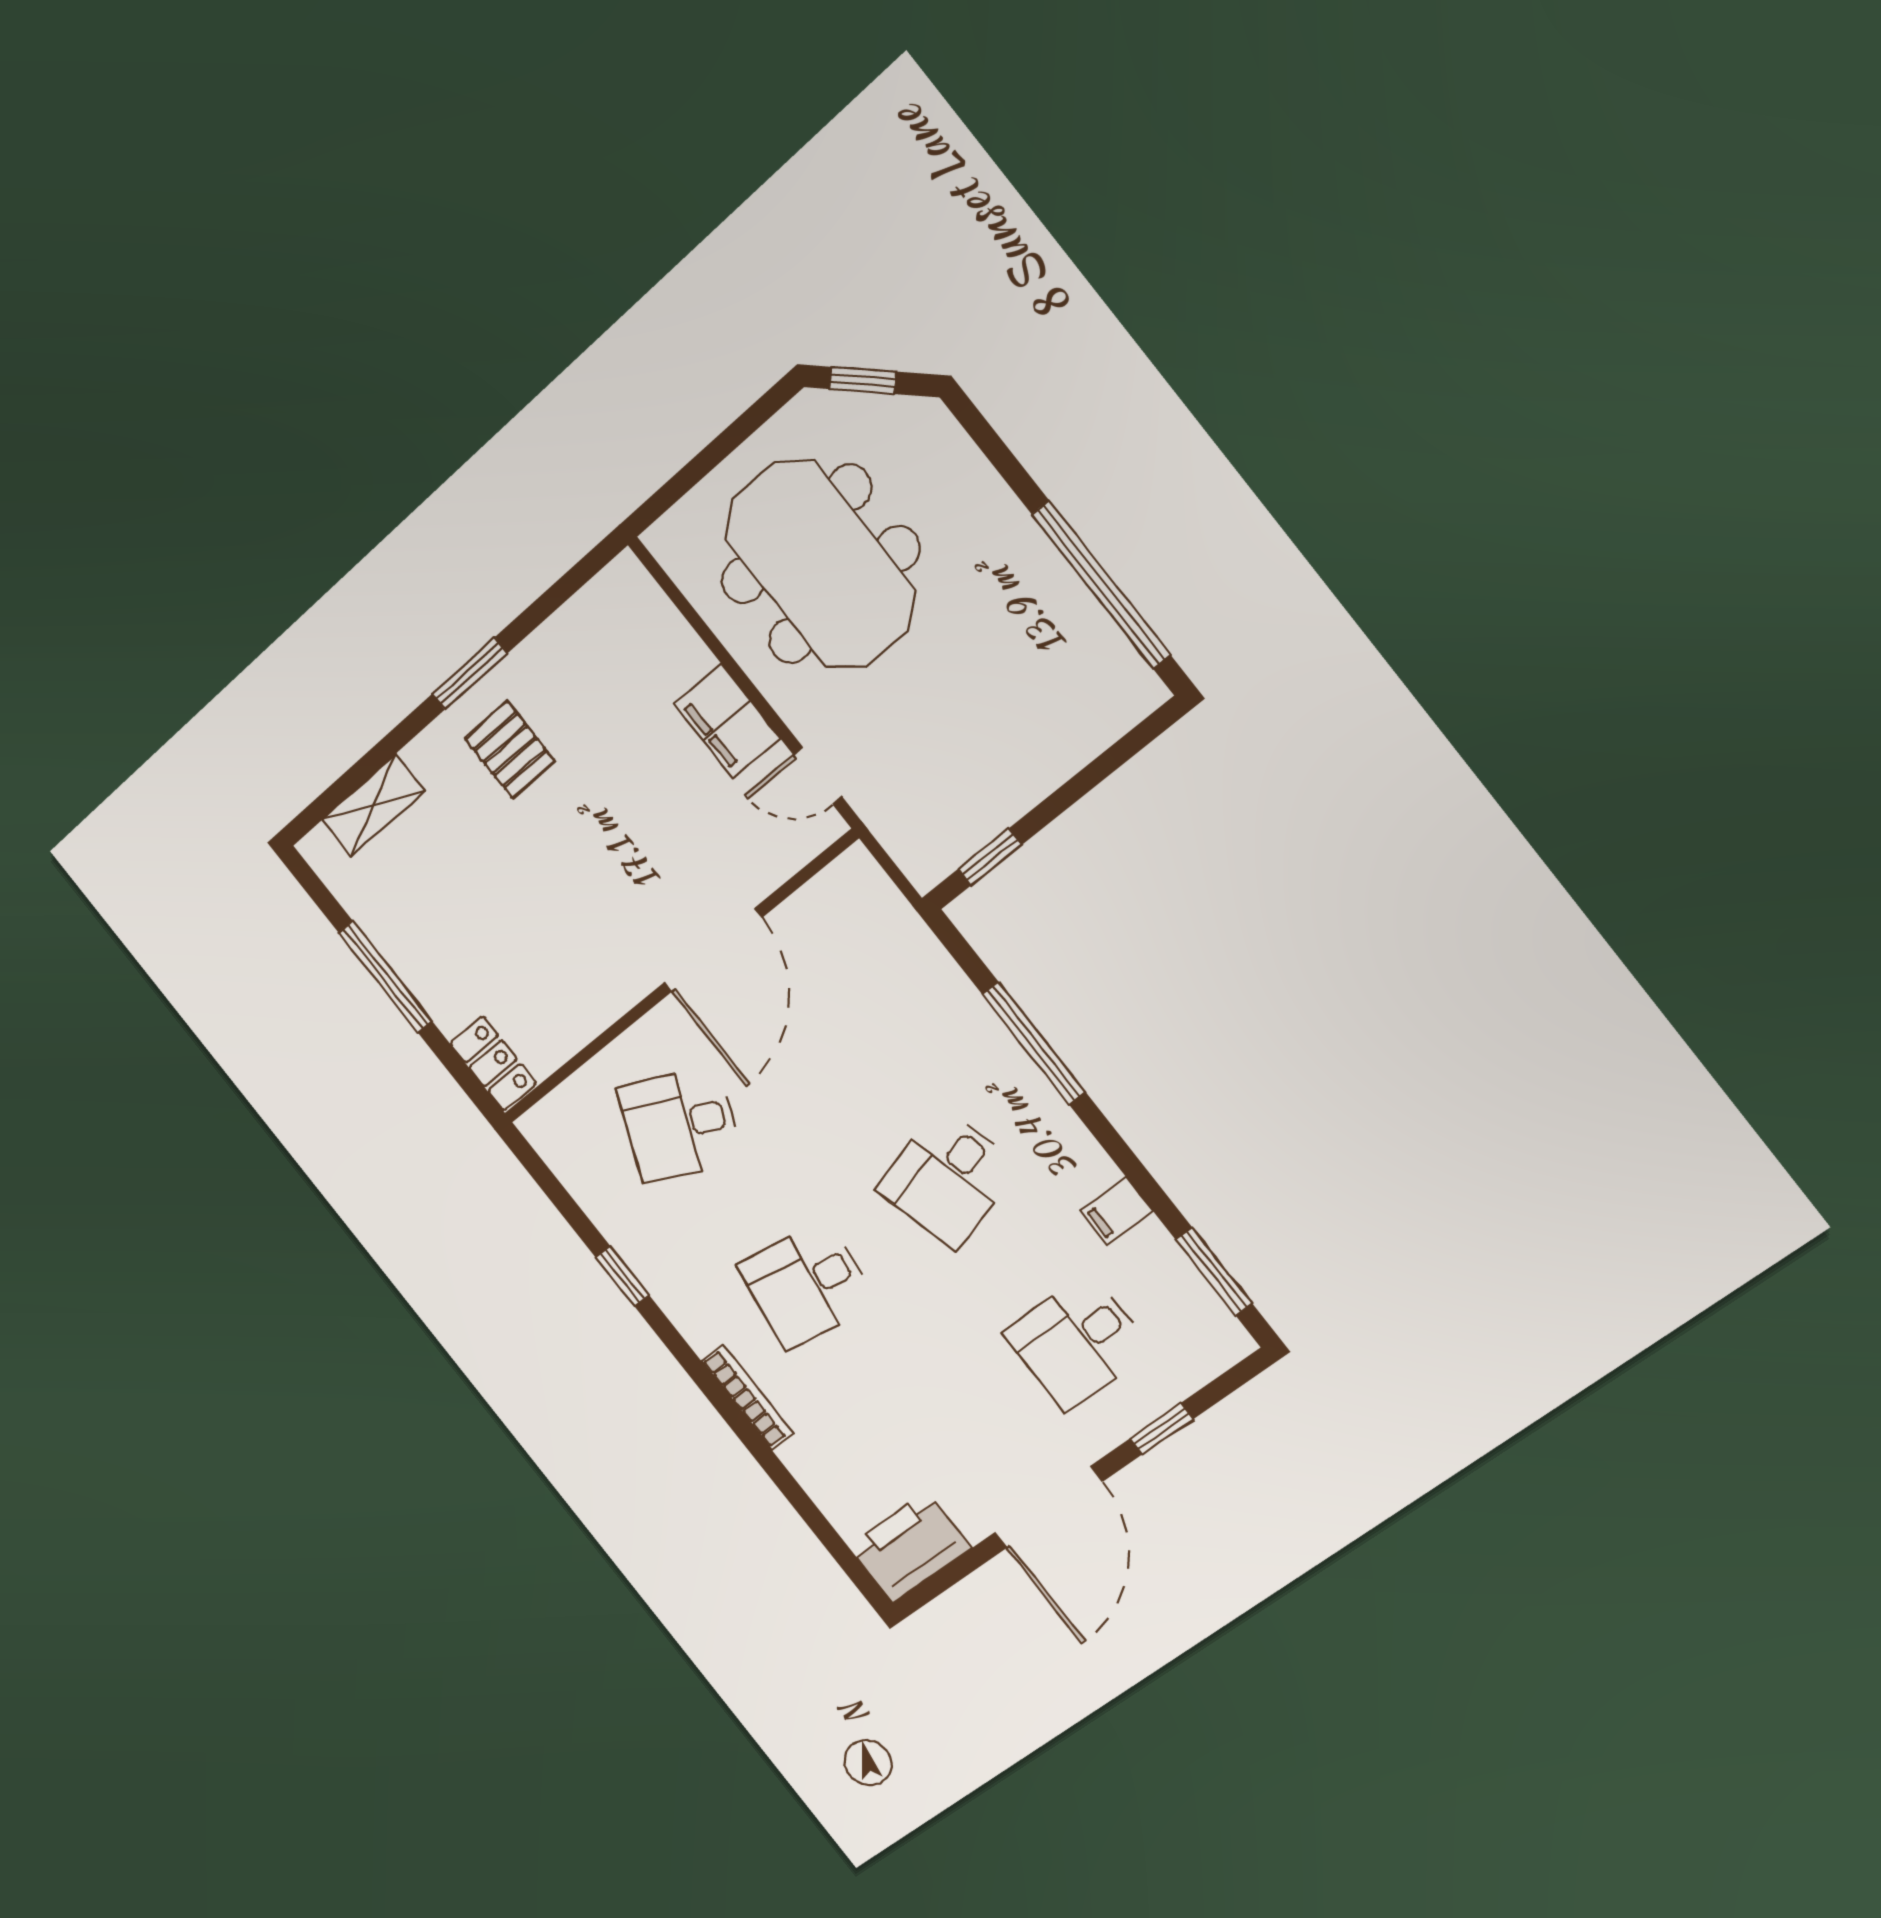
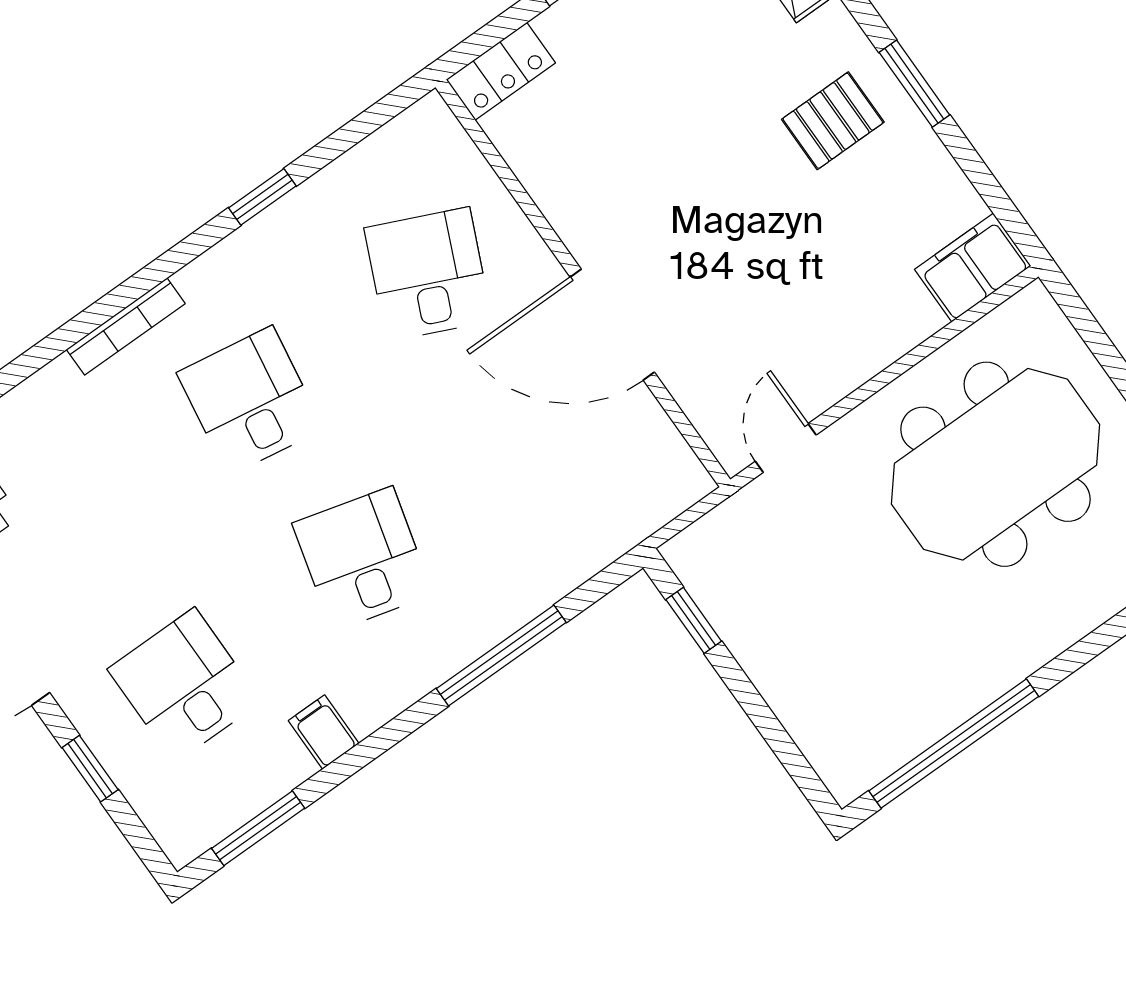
filing cabinet: (727, 721) -> (973, 268), moved
desk: (948, 1178) -> (362, 559), turned 30

